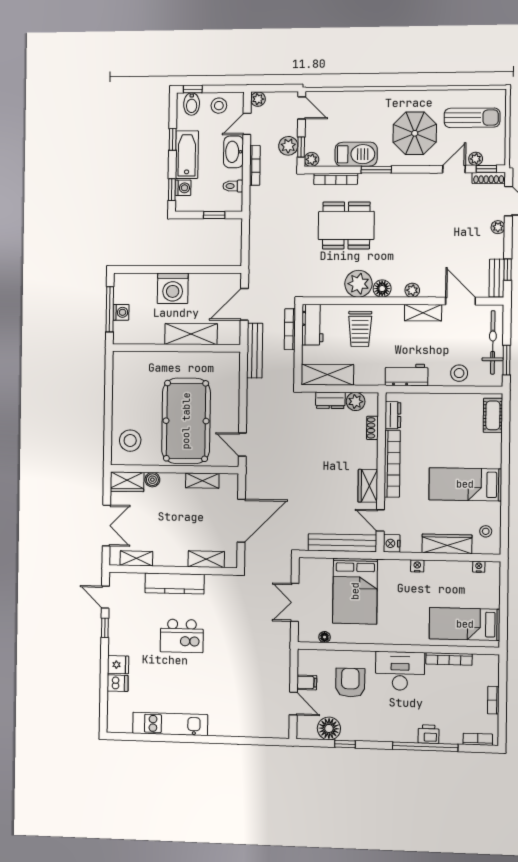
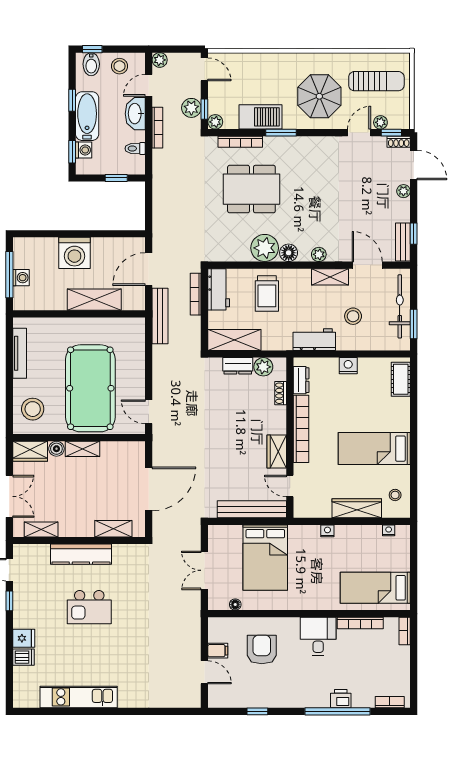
shoe rack: (489, 178) -> (399, 142), width x0.70
stool: (459, 373) -> (353, 316), moved
tv unit: (118, 386) -> (20, 353), added
shelving: (202, 481) -> (83, 449), moved
nightstand: (392, 543) -> (348, 366), moved, turned 90
desk: (400, 671) -> (318, 636), width x0.73
bookcase: (493, 700) -> (405, 631), moved
floor lamp: (329, 728) -> (241, 696), removed

